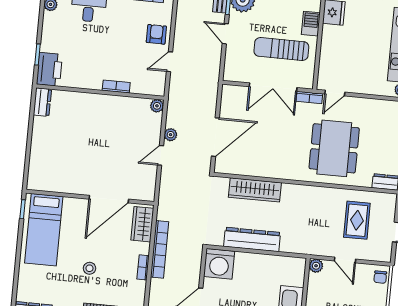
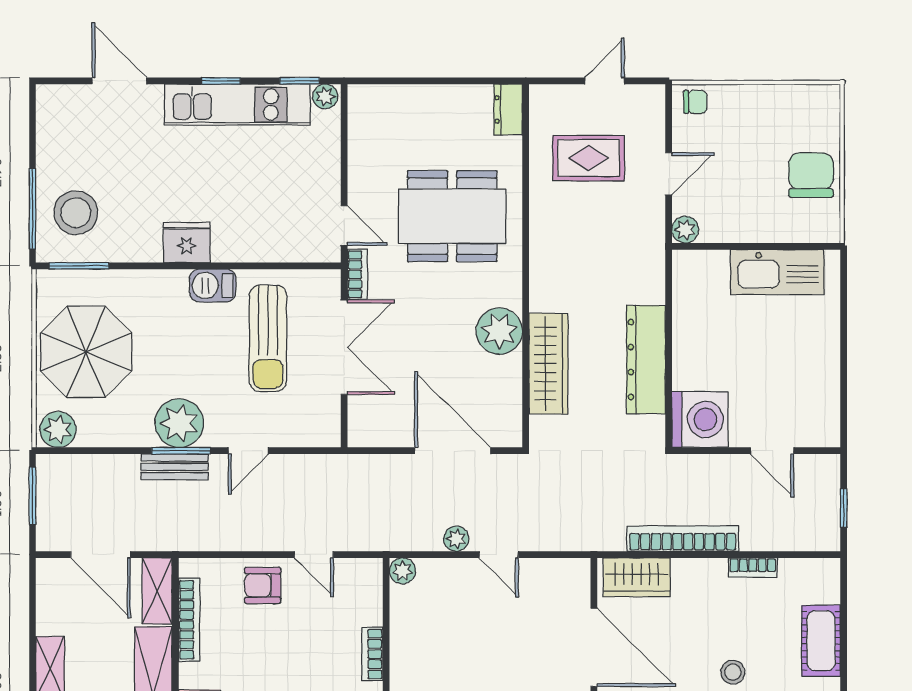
plant: (274, 167) -> (499, 331), added
bookcase: (143, 267) -> (753, 568), moved

